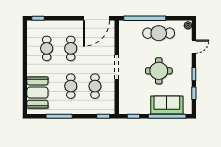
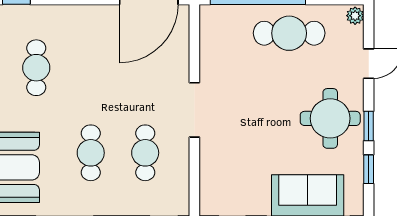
cafe table: (71, 48) -> (91, 68), removed
round table: (159, 71) -> (330, 118), moved

